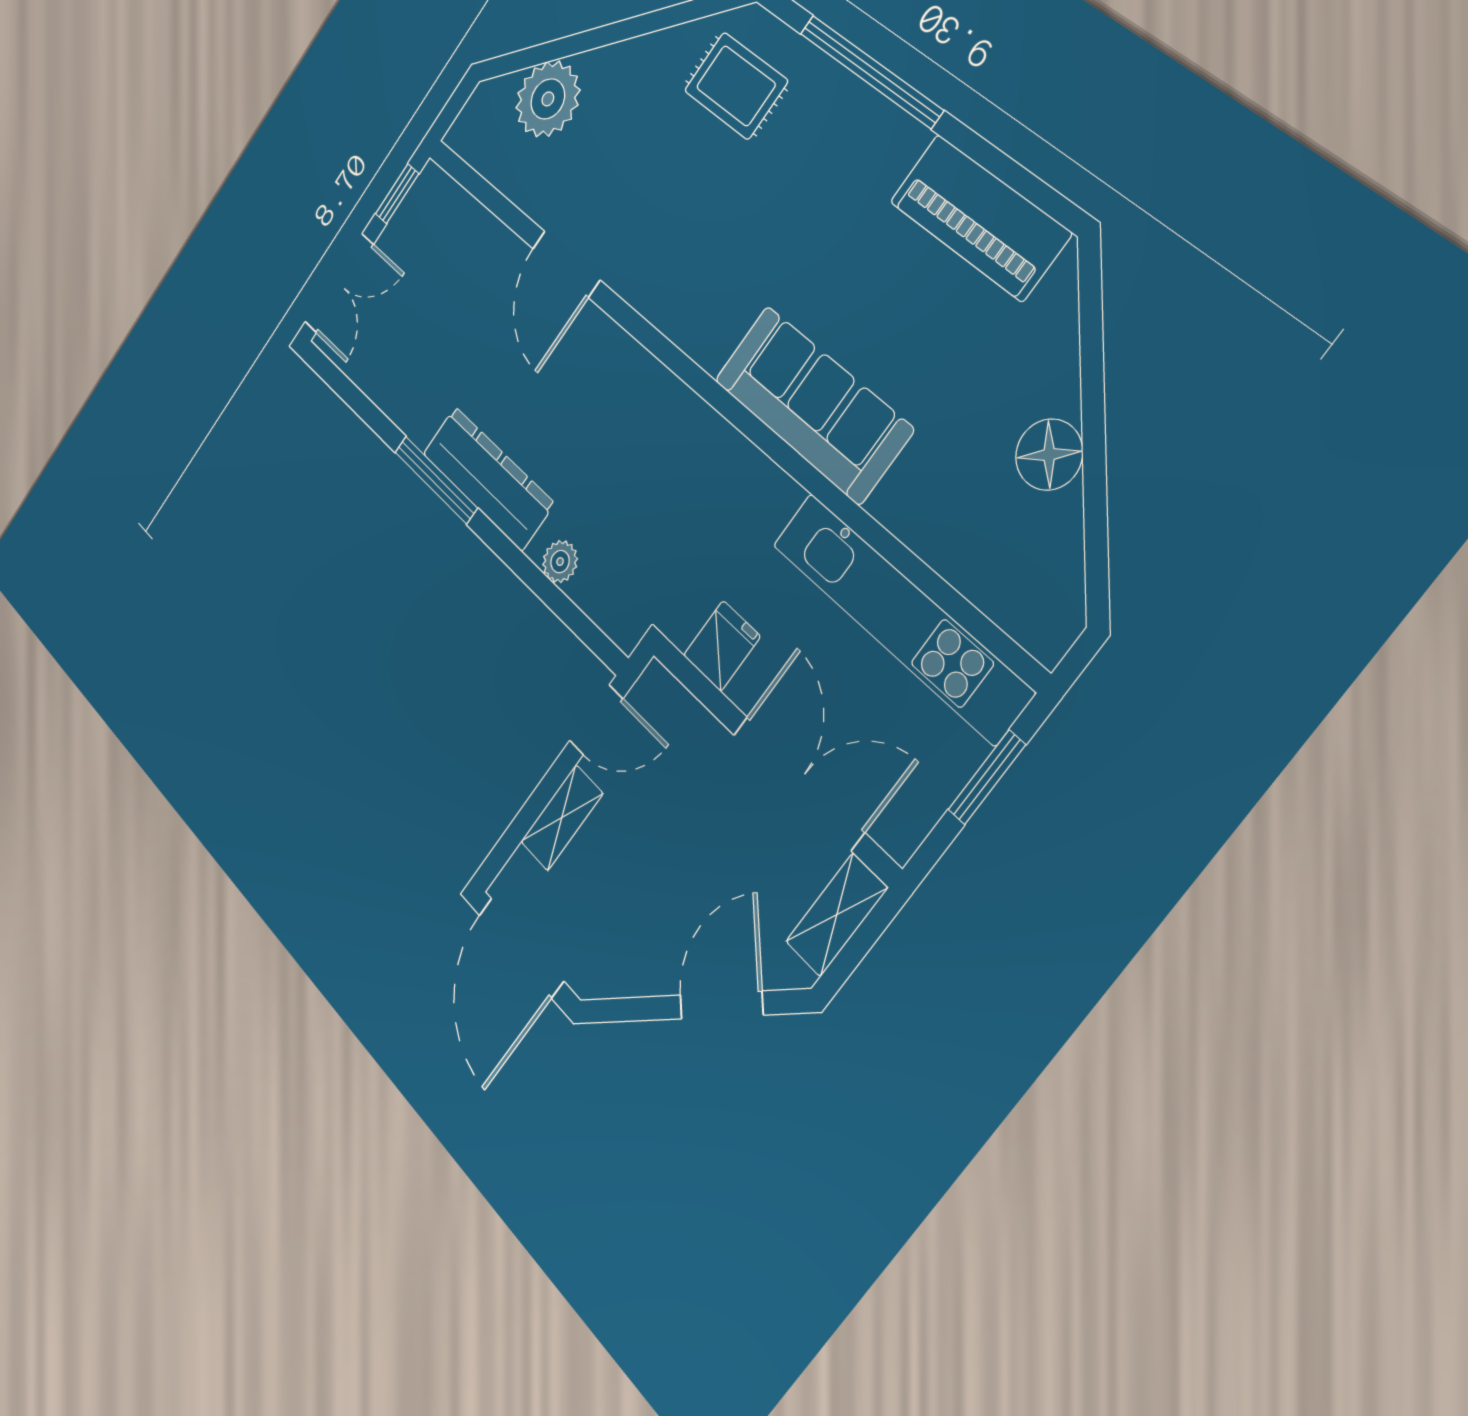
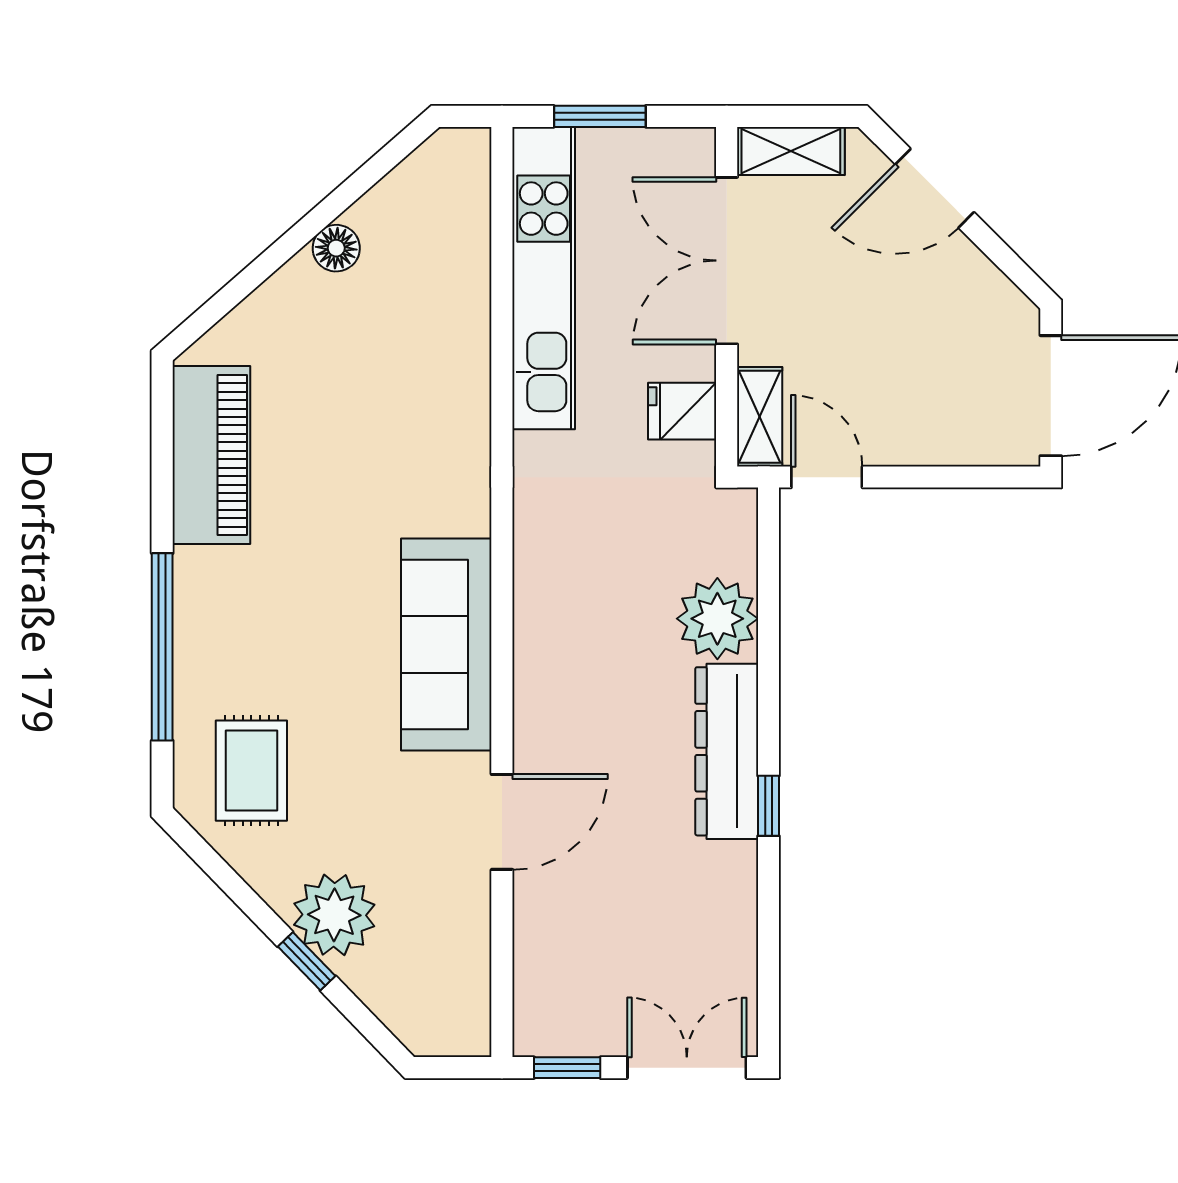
window: (589, 40) -> (307, 961), added
plant: (548, 99) -> (334, 915), moved
sofa: (813, 404) -> (446, 644), moved
floor lamp: (1049, 455) -> (336, 248), width x0.73, depth x0.73
window: (436, 480) -> (768, 806), width x0.46
plant: (560, 562) -> (717, 619), width x1.88, depth x1.88
shelving: (562, 818) -> (760, 417), moved, turned 90

